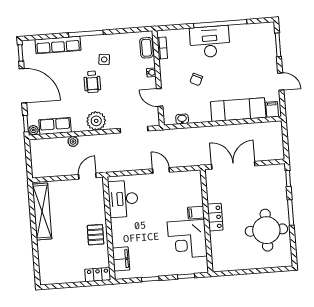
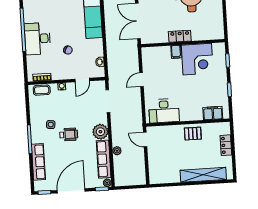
row of seats: (55, 126) -> (104, 159), width x1.48
shelving: (42, 212) -> (203, 175), moved
locker: (98, 275) -> (226, 145), moved

